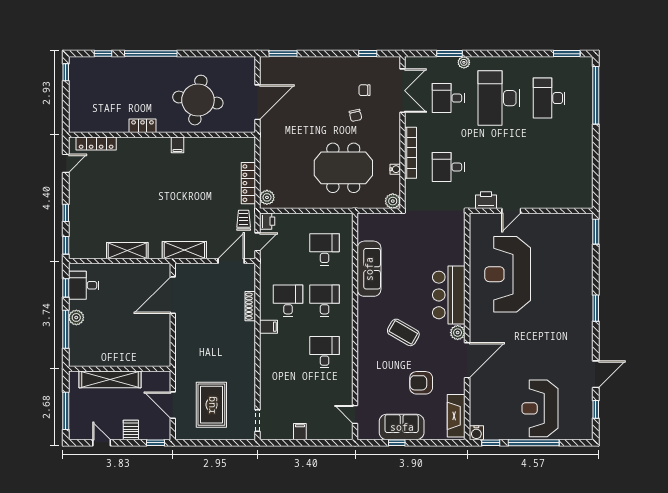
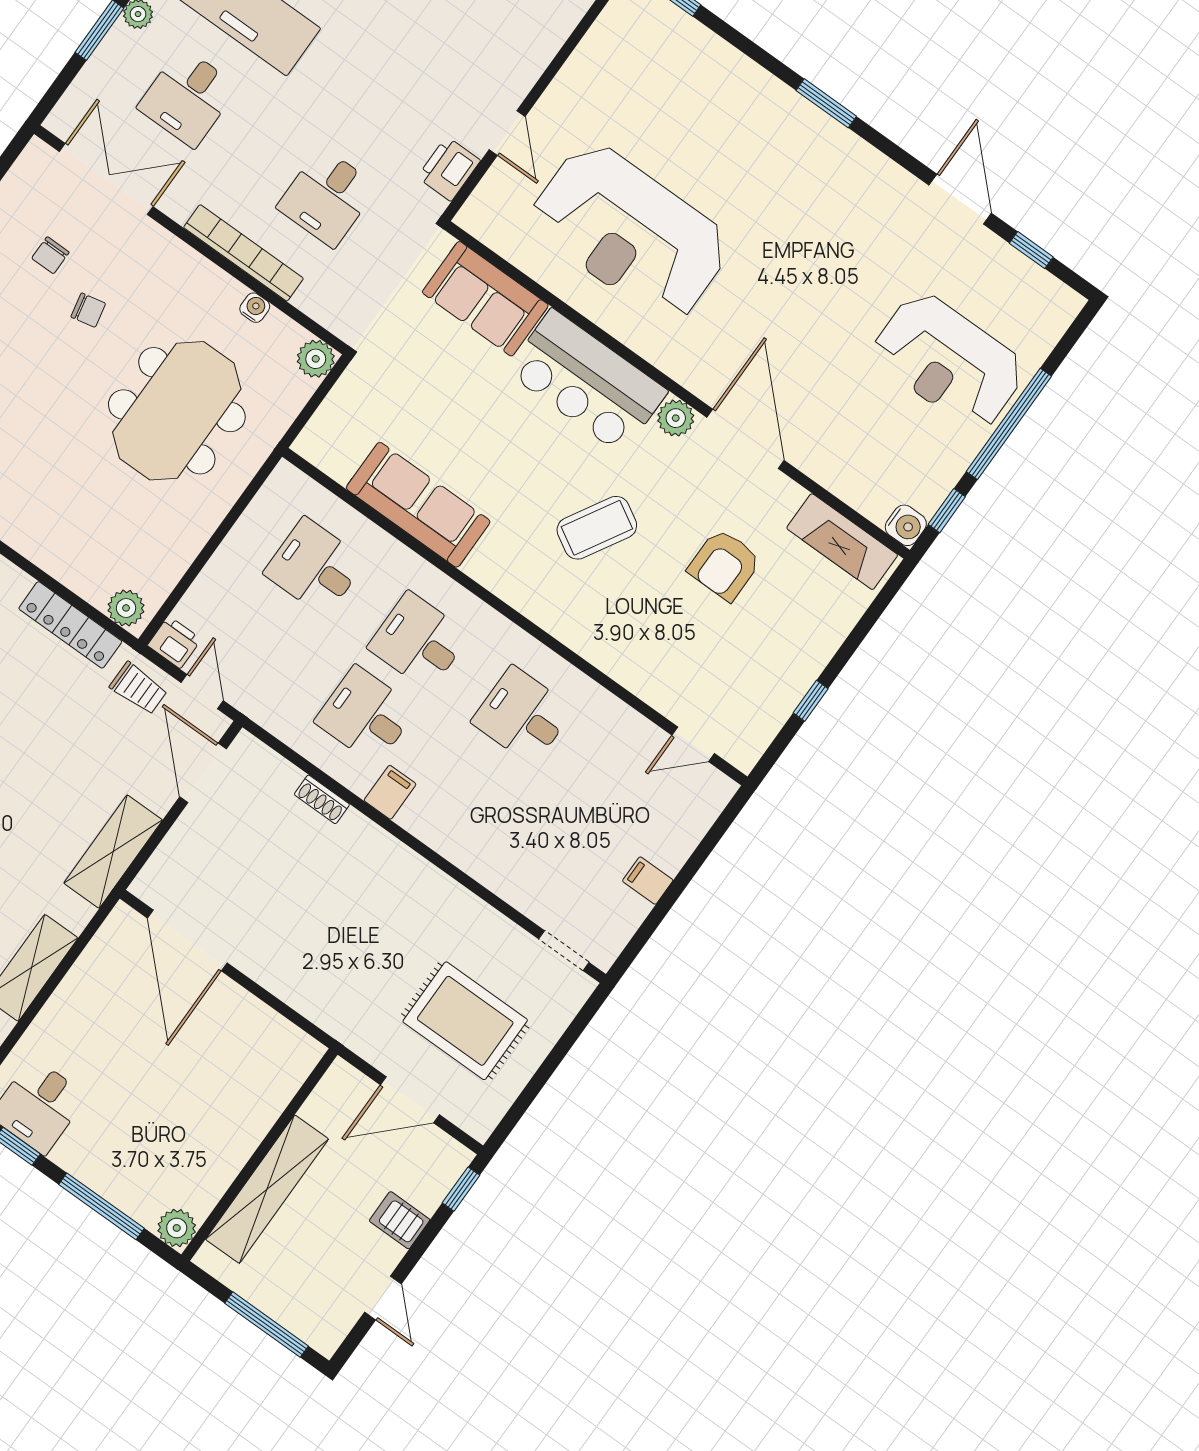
trolley: (244, 220) -> (138, 688), turned 180
shoe rack: (250, 306) -> (322, 799), width x0.70
plant: (76, 317) -> (177, 1228), moved
sofa: (402, 427) -> (485, 299), moved, turned -90
door: (102, 443) -> (383, 1298), swing flipped

